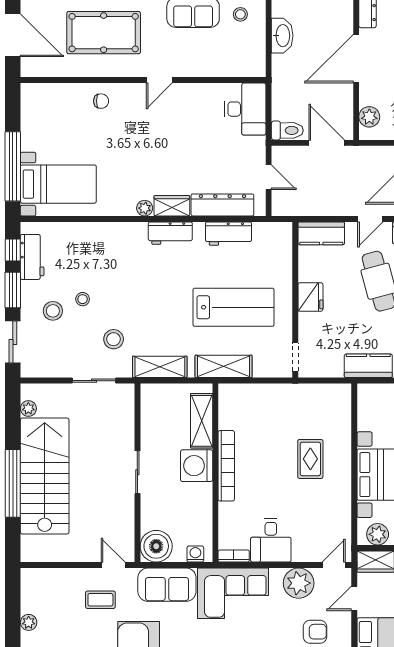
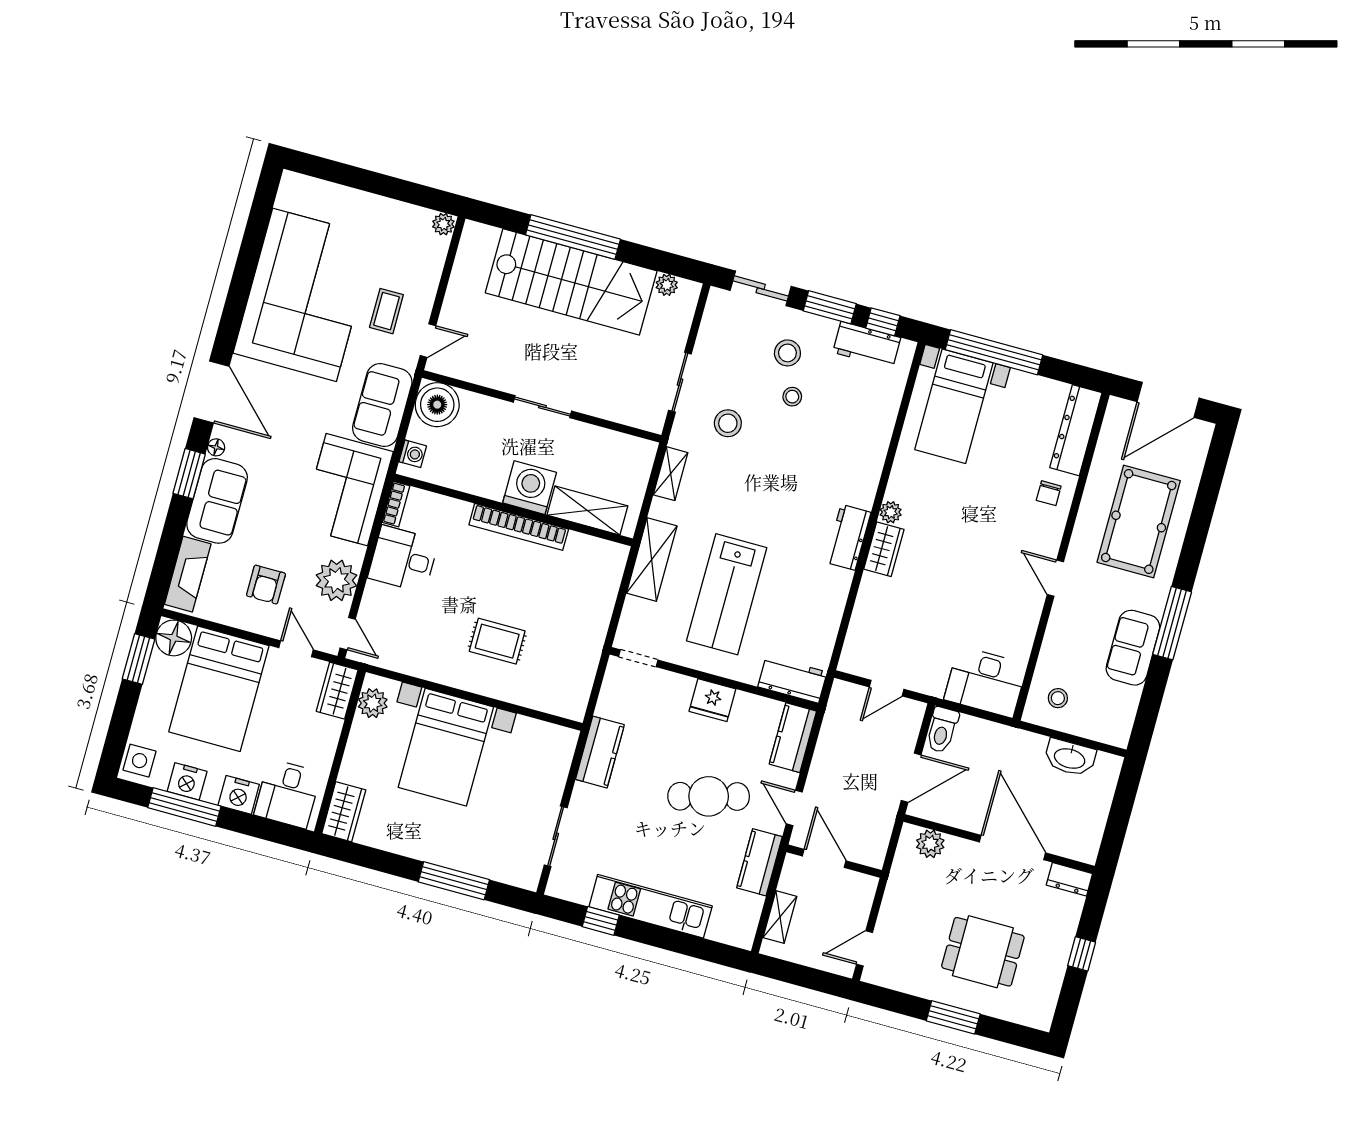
stool: (240, 14) -> (1058, 698), moved
dresser: (222, 205) -> (1076, 430), moved, turned 180
workbench: (229, 234) -> (792, 679), moved, turned 90
shelving: (160, 367) -> (671, 474), width x0.67, depth x0.75
plant: (29, 622) -> (443, 224), moved

